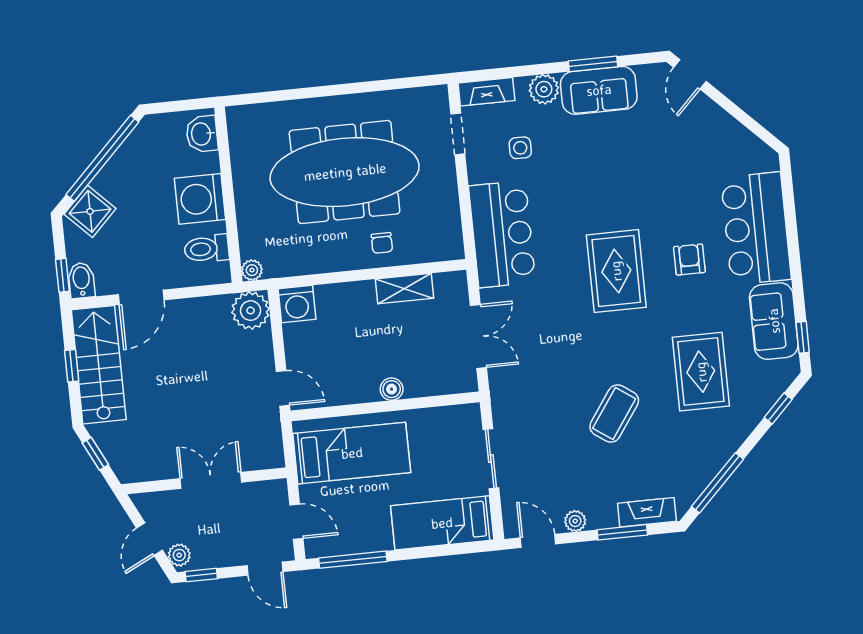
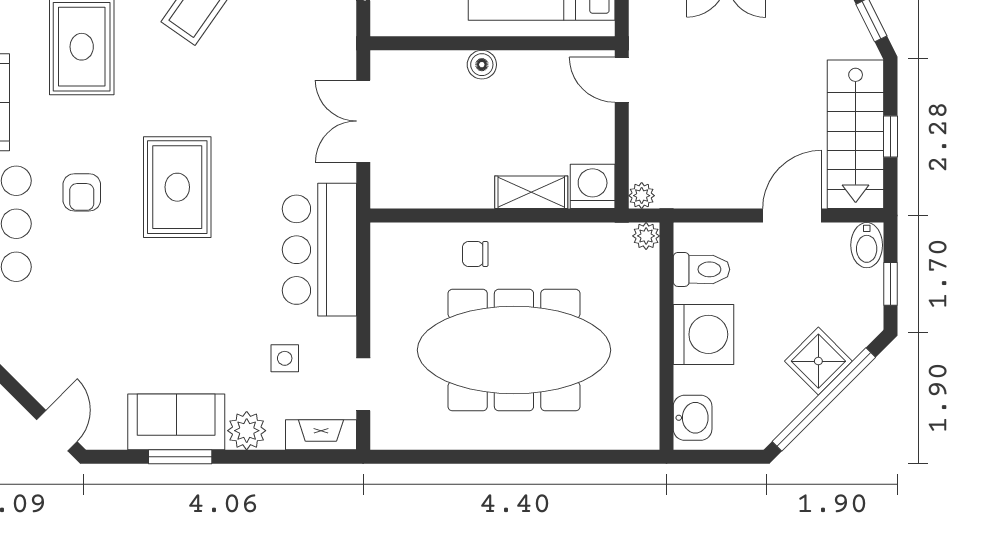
shower: (90, 211) -> (818, 361), moved
chair: (382, 243) -> (475, 254), turned -90
window: (62, 275) -> (890, 284), moved
shelving: (405, 289) -> (531, 192), moved
plant: (251, 311) -> (642, 196), width x0.53, depth x0.53

